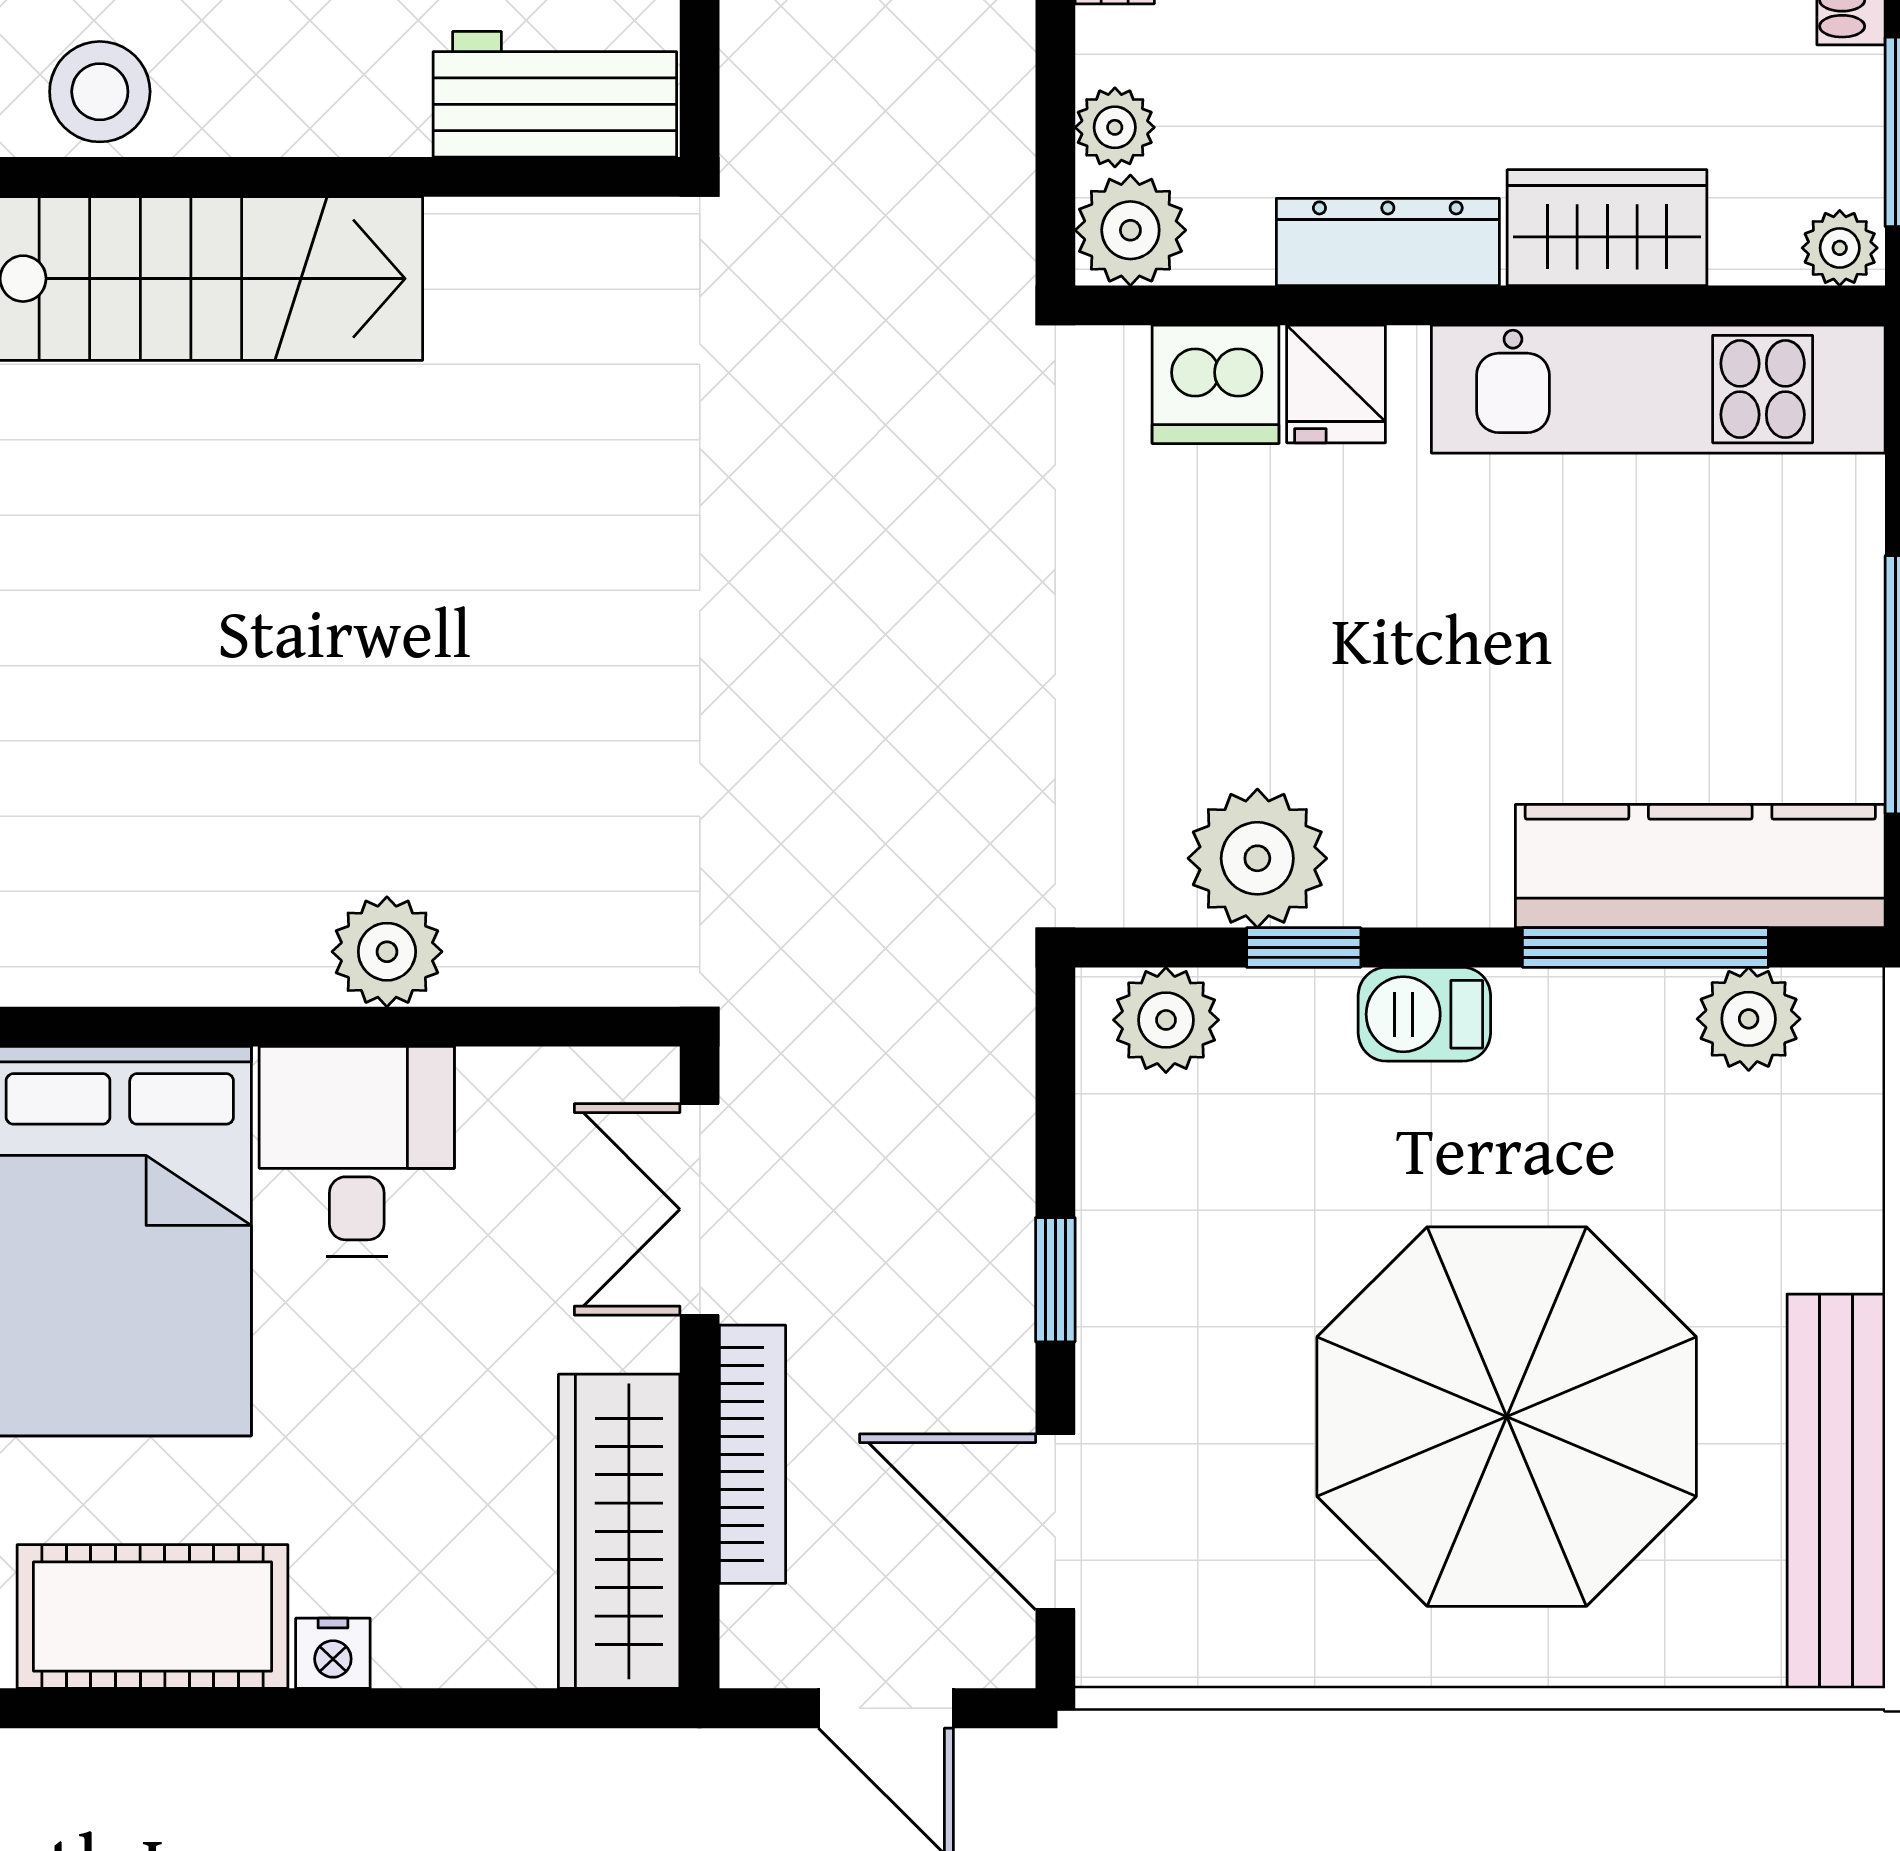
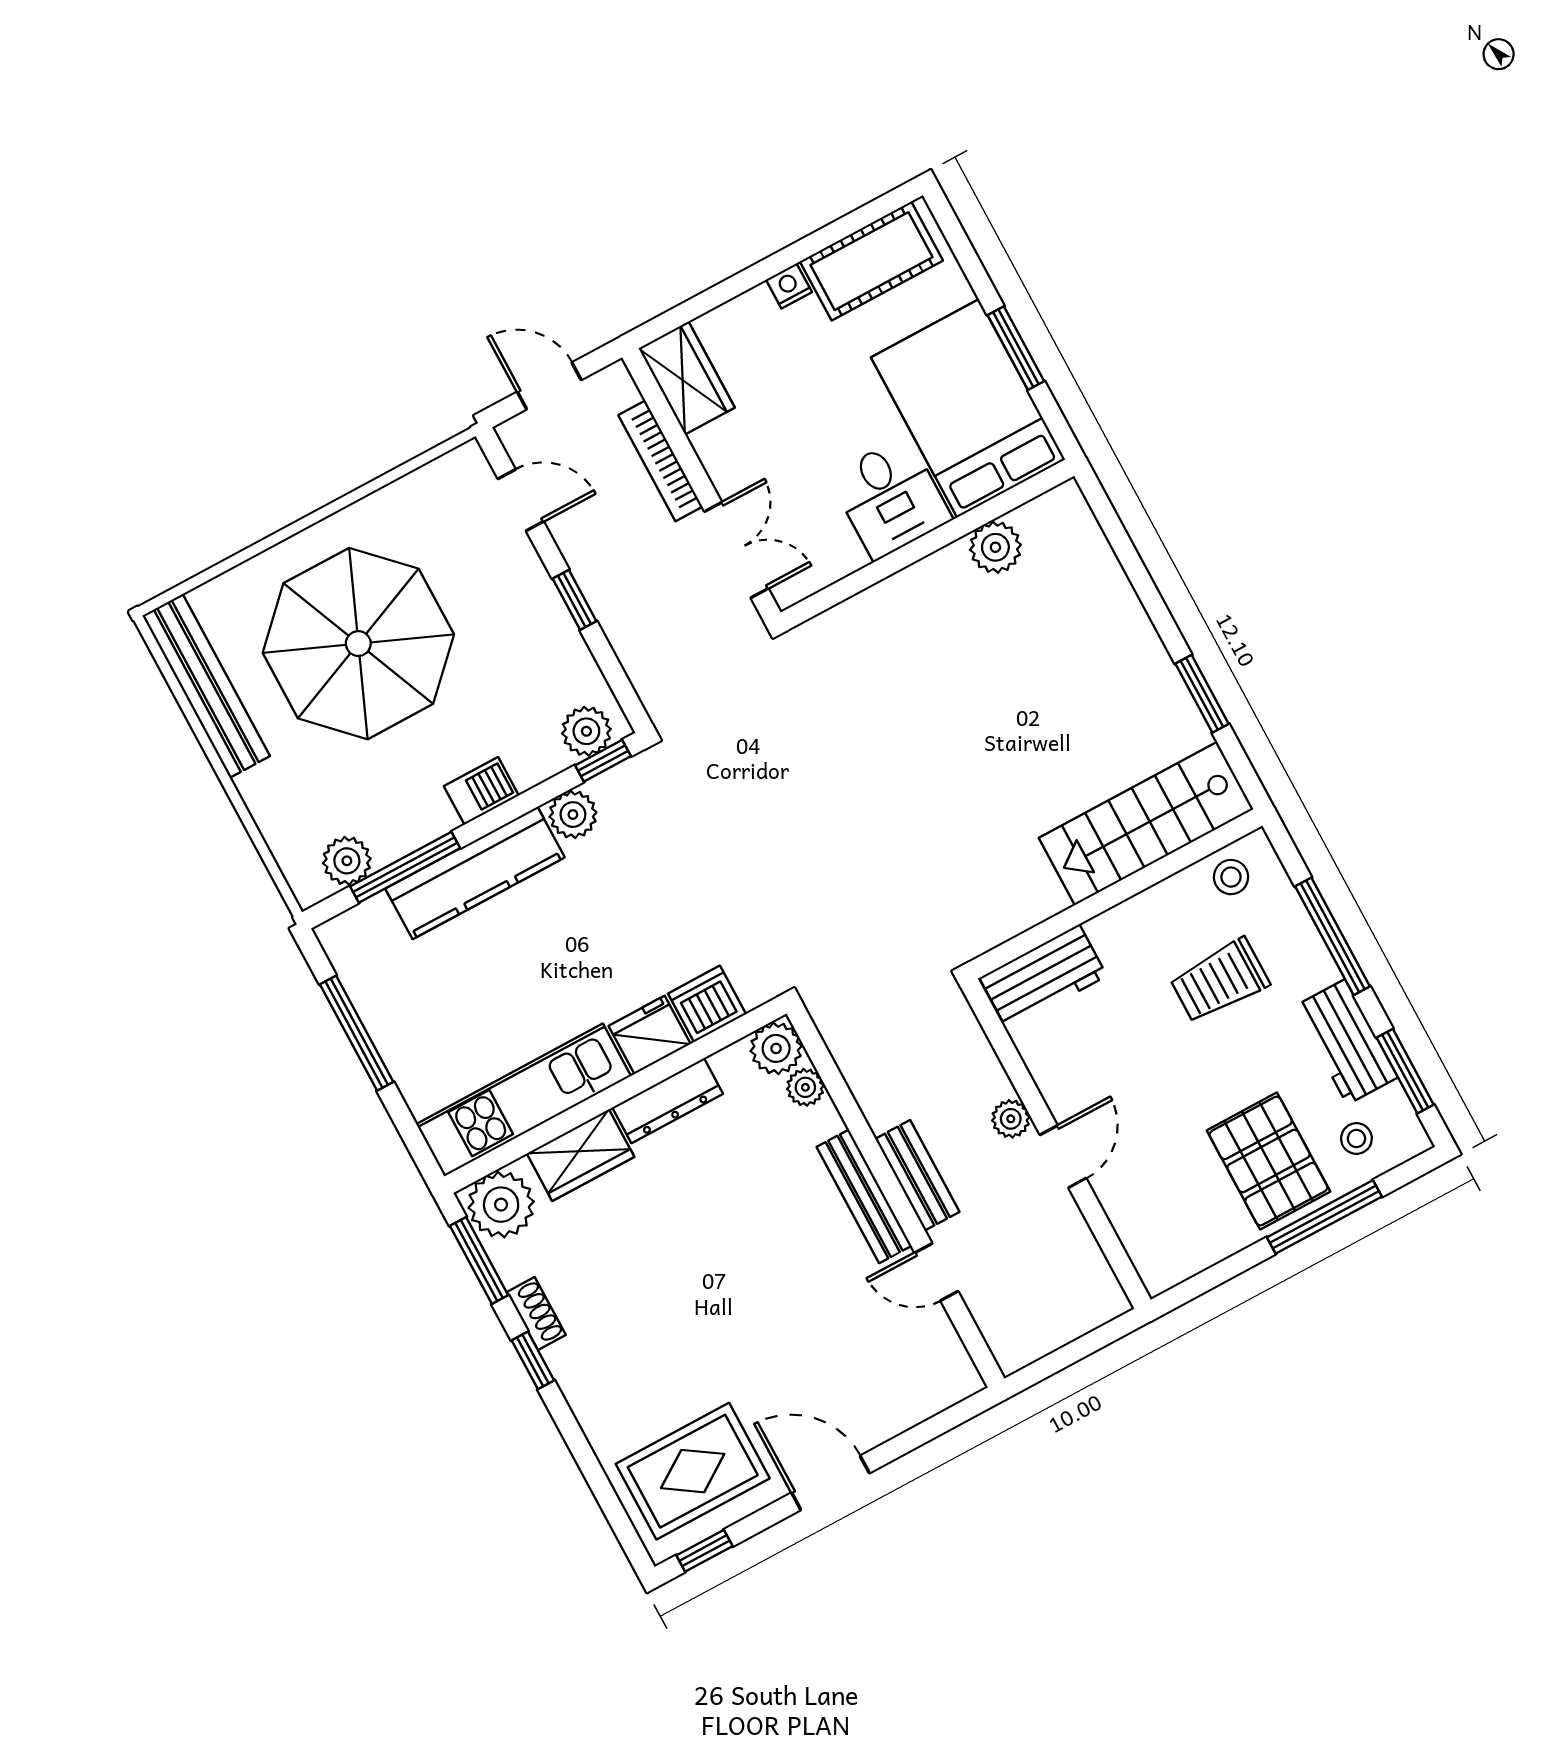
stool: (100, 92) -> (1231, 877), width x0.73, depth x0.73
plant: (1840, 248) -> (501, 1205), width x1.87, depth x1.87
fridge: (1336, 384) -> (650, 1035), width x1.38
plant: (1257, 858) -> (573, 815), width x0.73, depth x0.73
kitchen counter: (1700, 866) -> (475, 873), moved
window: (1304, 948) -> (603, 761), moved
plant: (387, 952) -> (995, 547), moved
door: (1055, 1522) -> (521, 500), width x0.73
wardrobe: (619, 1531) -> (687, 378), width x0.67

